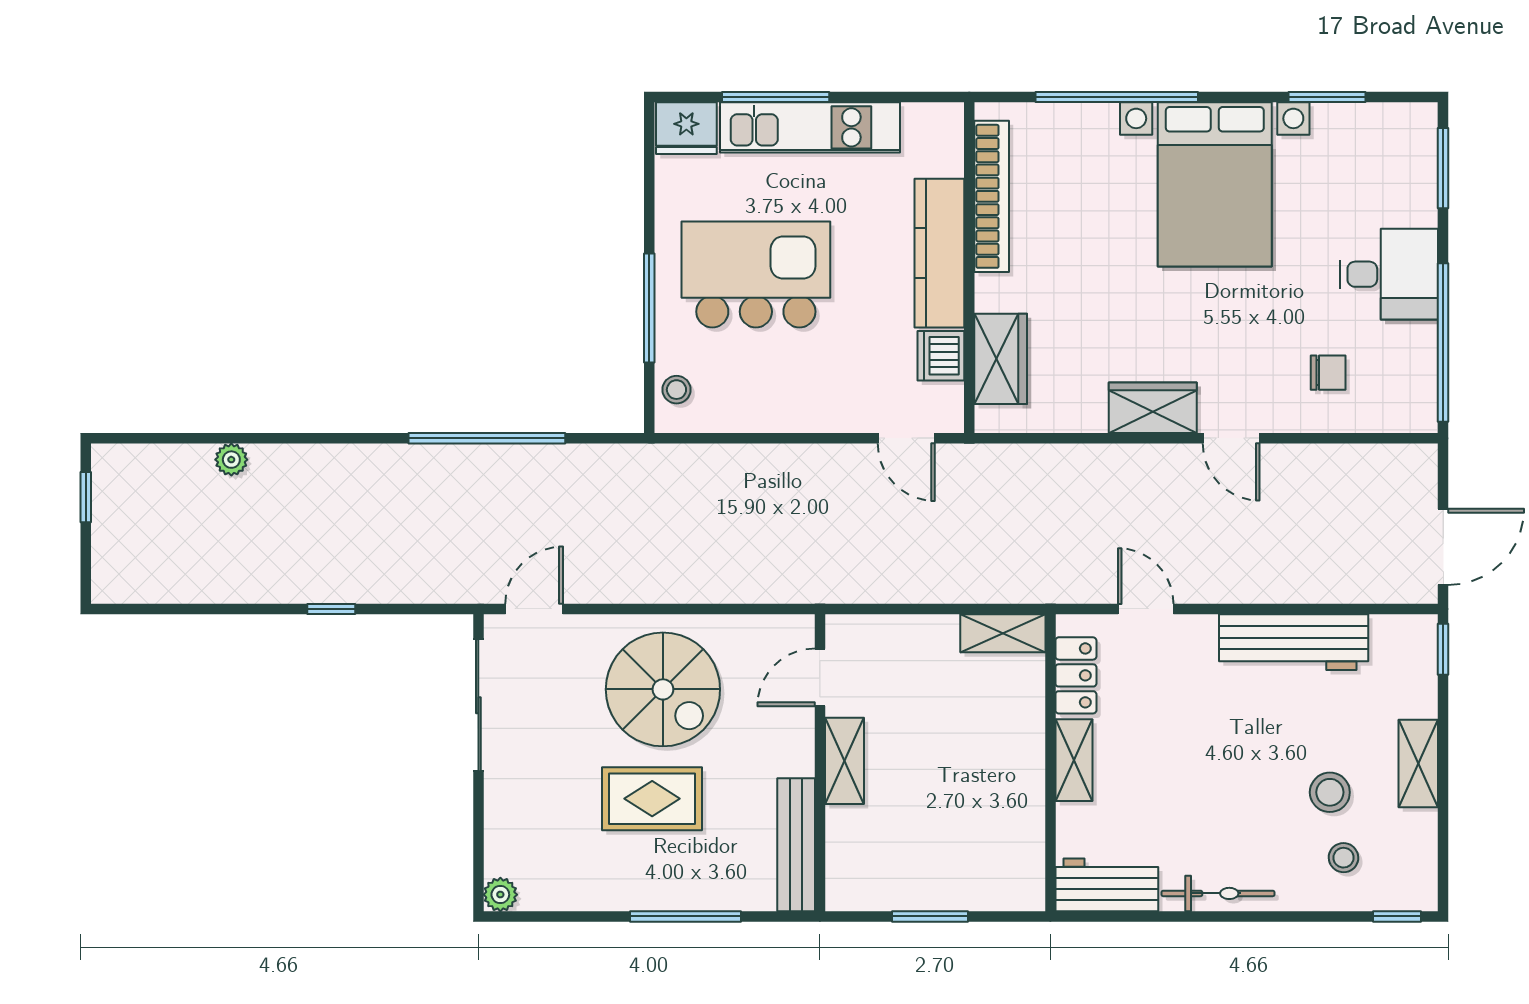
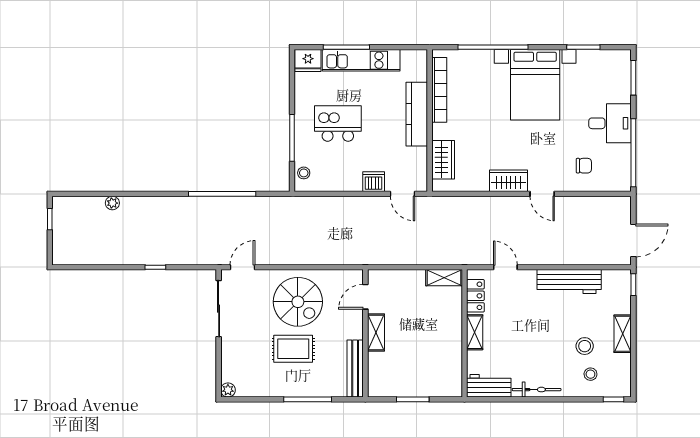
kitchen island: (756, 275) -> (338, 123), width x0.73, depth x0.78
dishwasher: (941, 356) -> (374, 182), moved, turned 90

